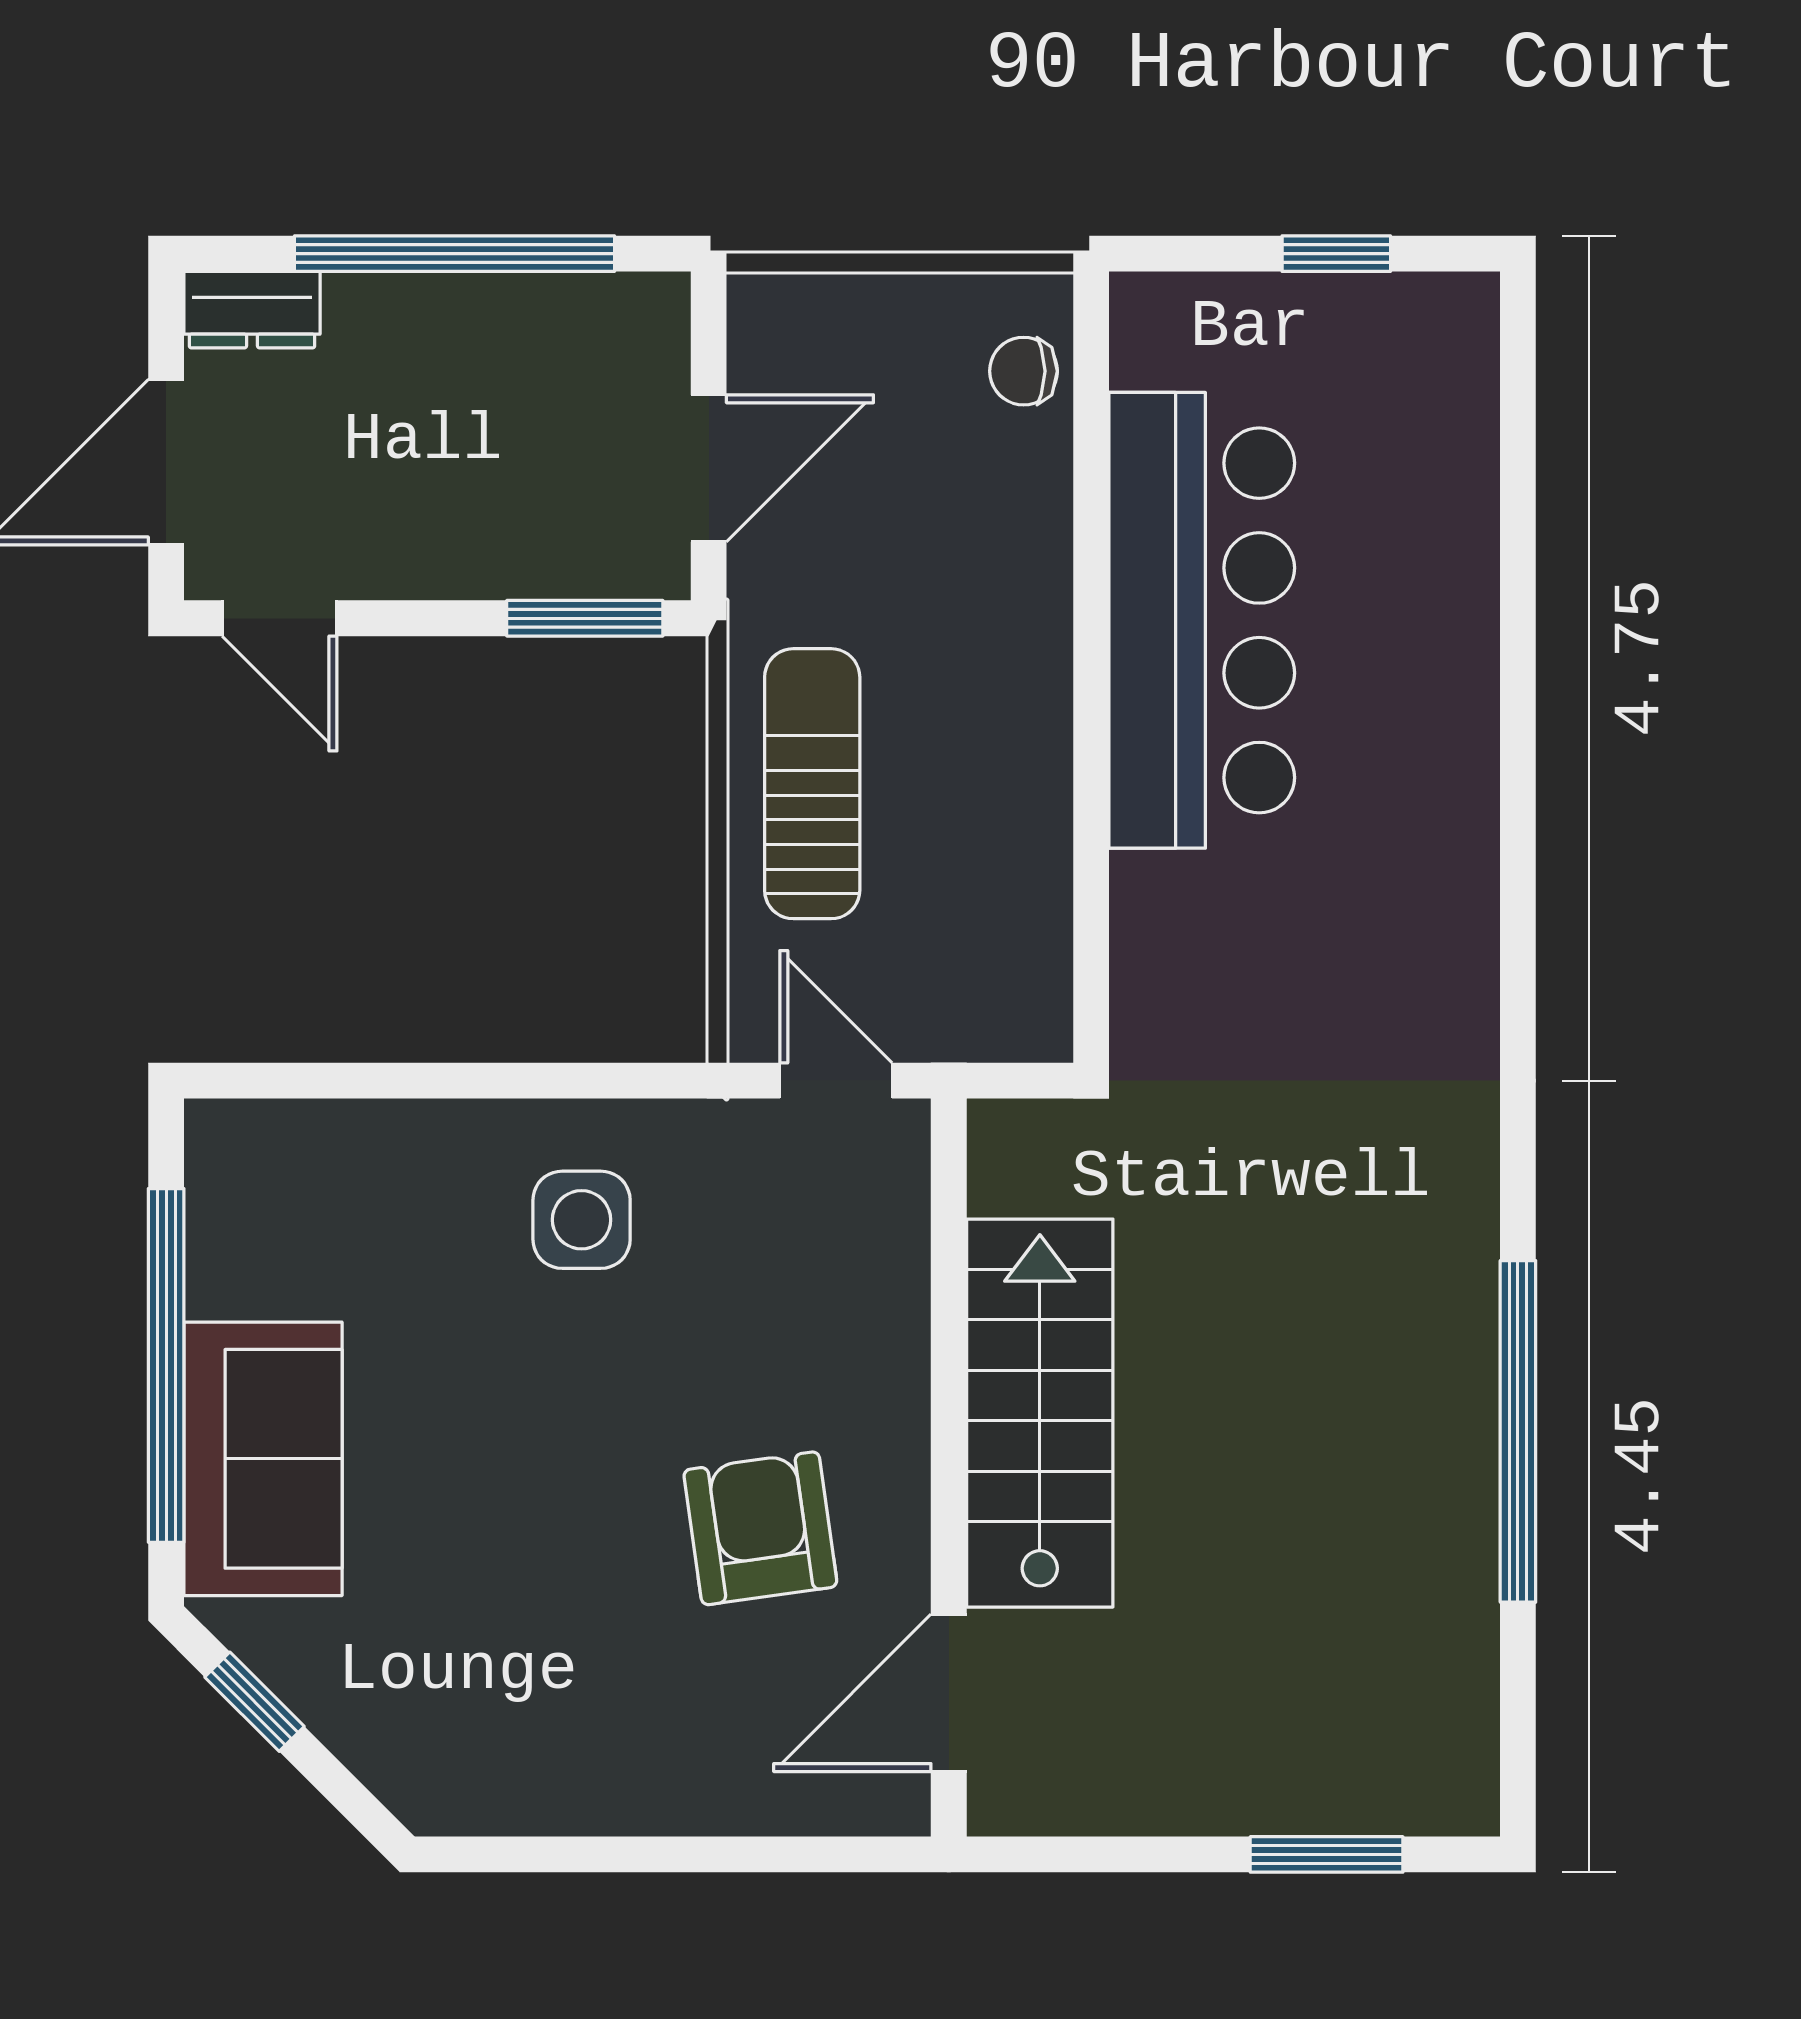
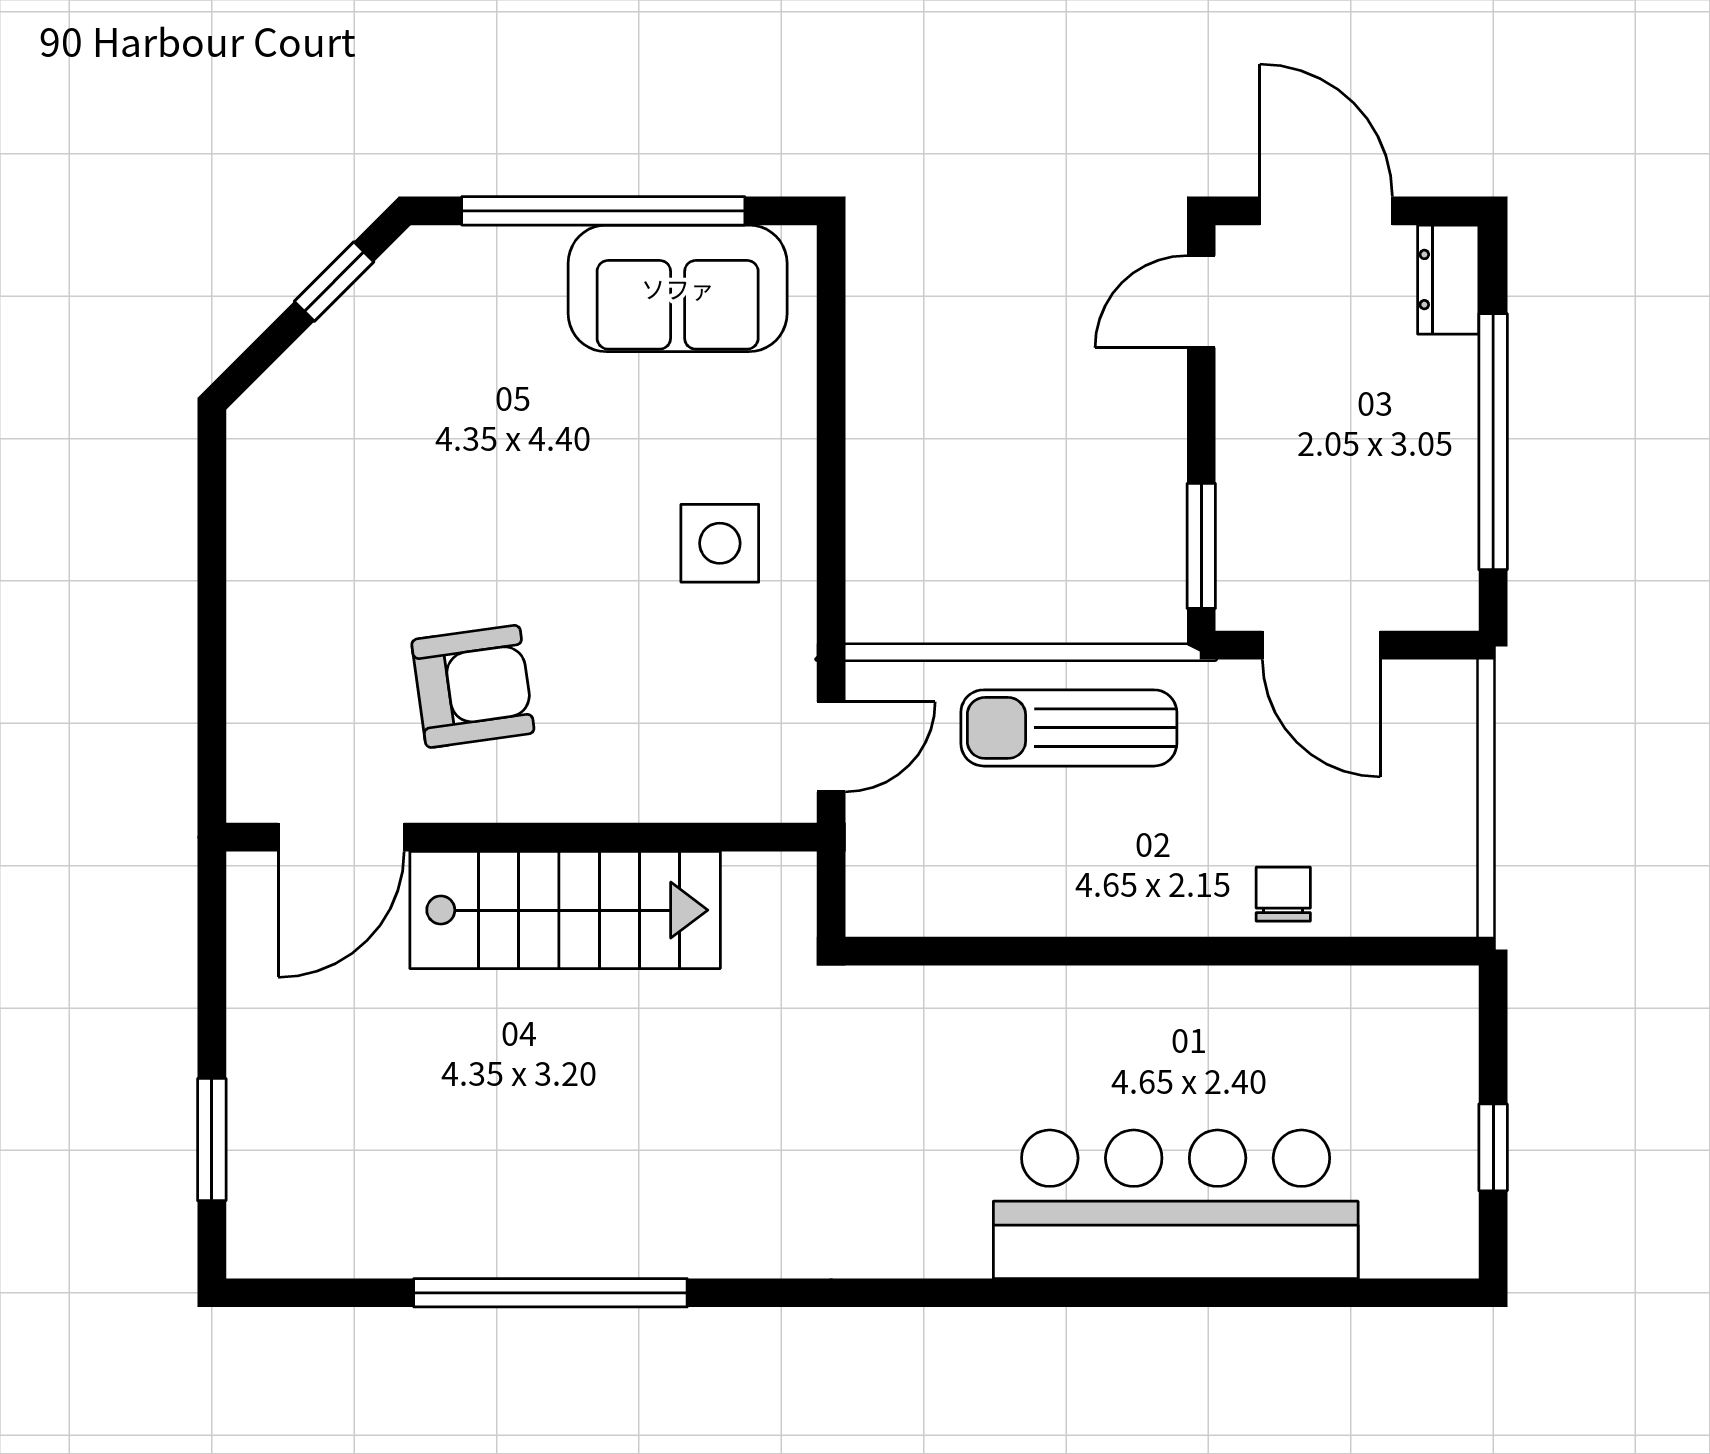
chair: (1024, 371) -> (1283, 894), moved
bar counter: (1202, 620) -> (1176, 1204), moved, turned 180
sun lounger: (812, 784) -> (1069, 728), turned 180
sofa: (263, 1459) -> (678, 288), moved
door: (949, 1693) -> (341, 837), swing flipped

